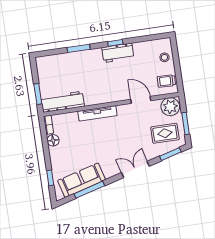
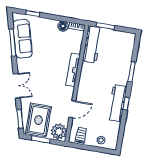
workbench: (118, 53) -> (117, 103), width x1.38
rug: (165, 133) -> (39, 120), width x1.36, depth x1.43

